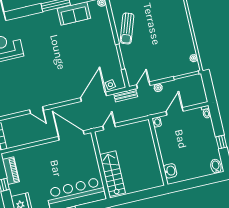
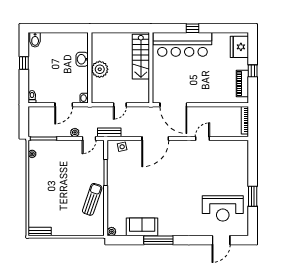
door: (94, 97) -> (155, 138), moved
door: (36, 110) -> (202, 138), hinge flipped
door: (109, 127) -> (120, 105), moved
plant: (148, 153) -> (100, 69), added
washbasin: (170, 171) -> (82, 59), moved

